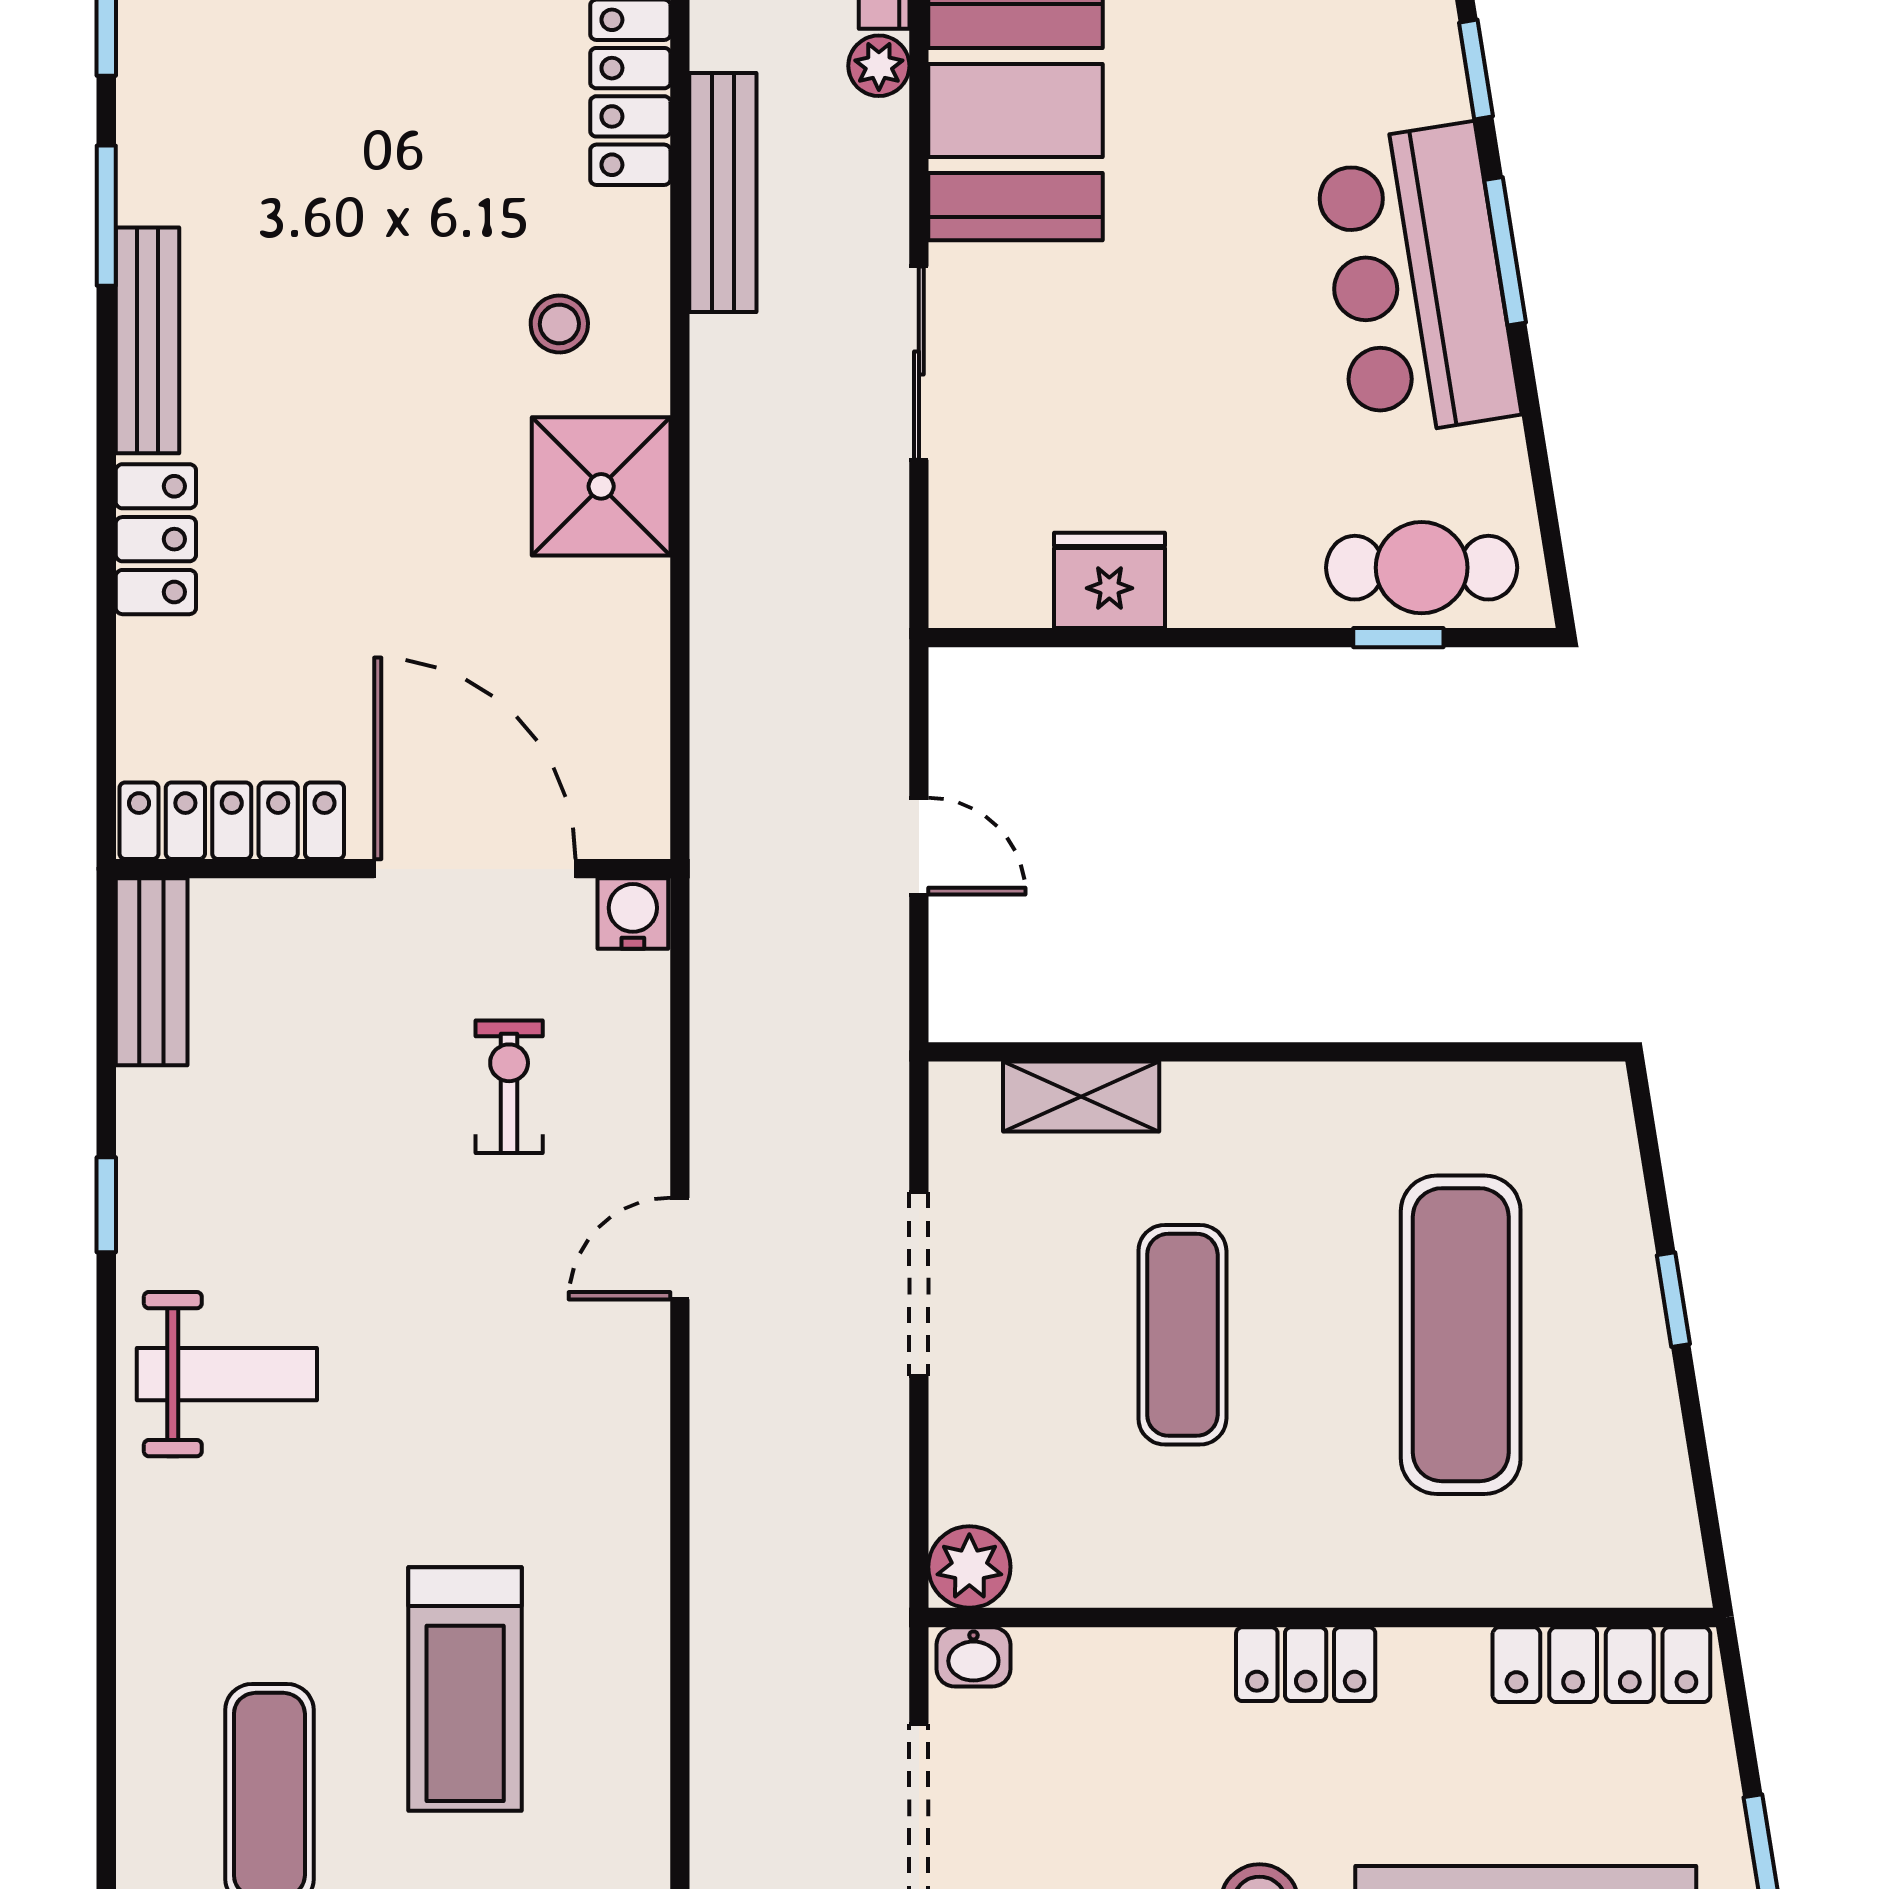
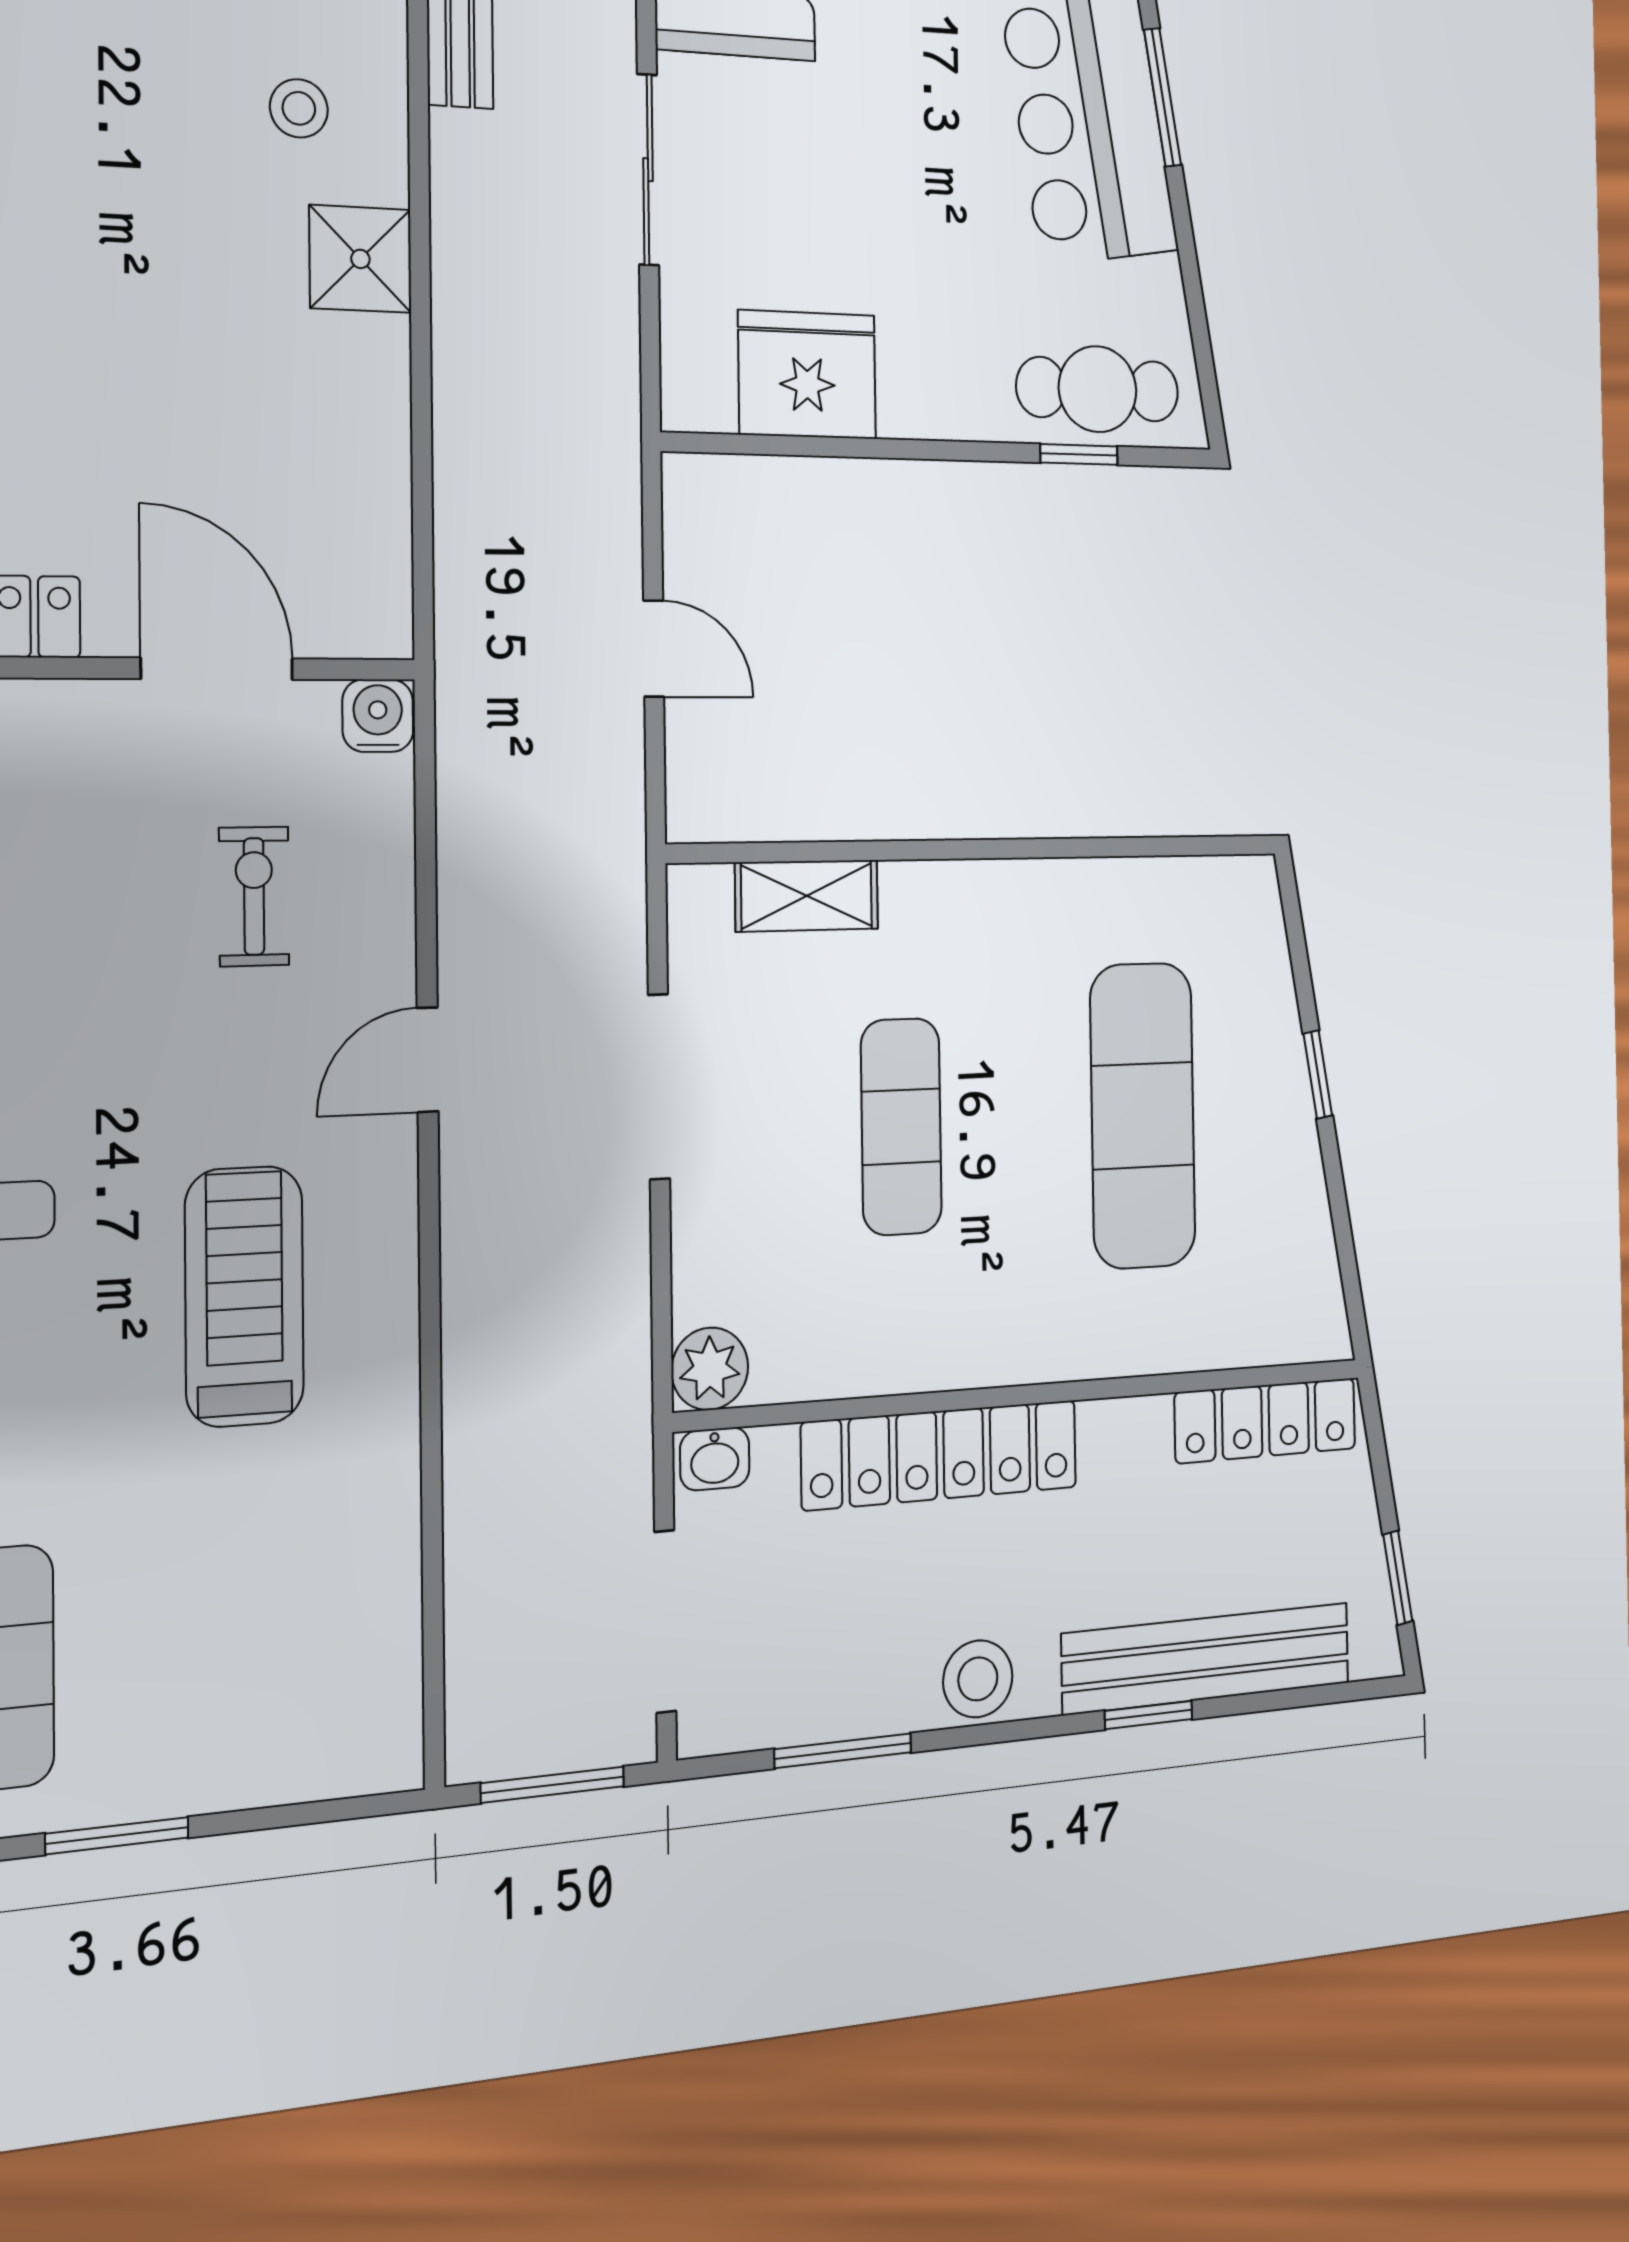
shower: (601, 486) -> (360, 259), width x0.73, depth x0.73
fridge: (1109, 580) -> (807, 375), width x1.36, depth x1.34
door: (475, 869) -> (217, 669), width x0.73
locker: (1306, 1664) -> (940, 1455), width x2.16, depth x1.21
treadmill: (465, 1689) -> (244, 1296), moved, turned 180

